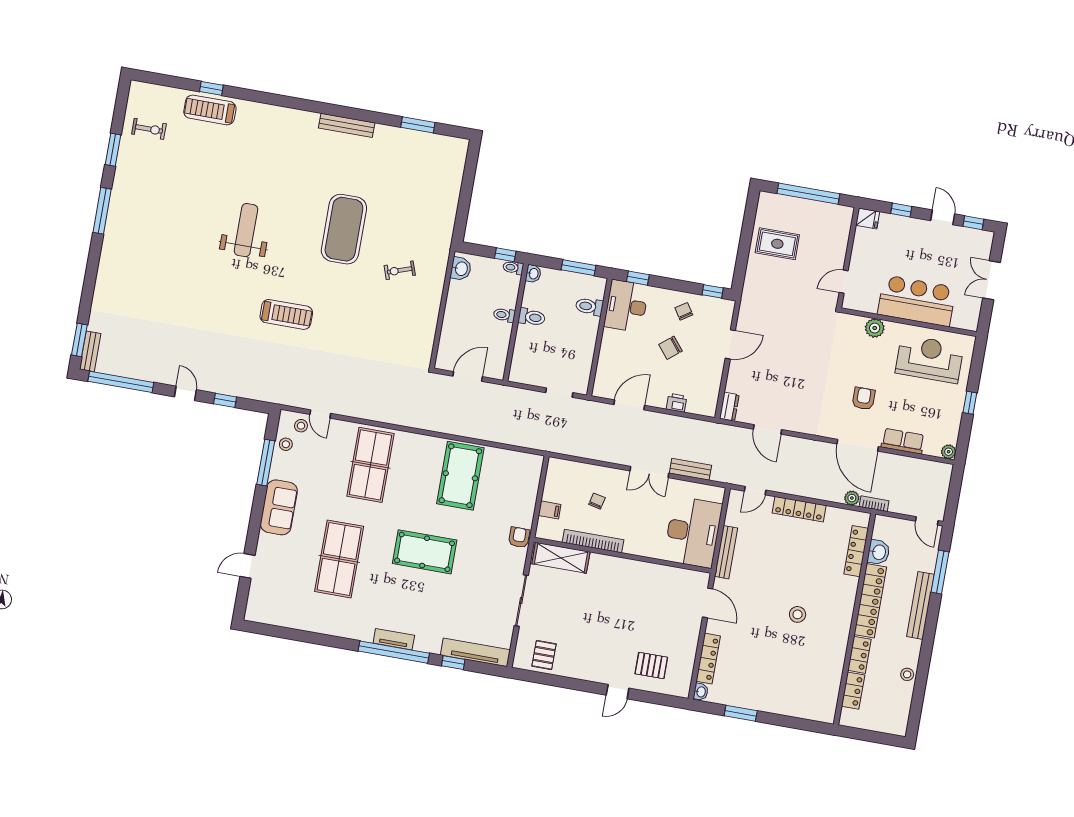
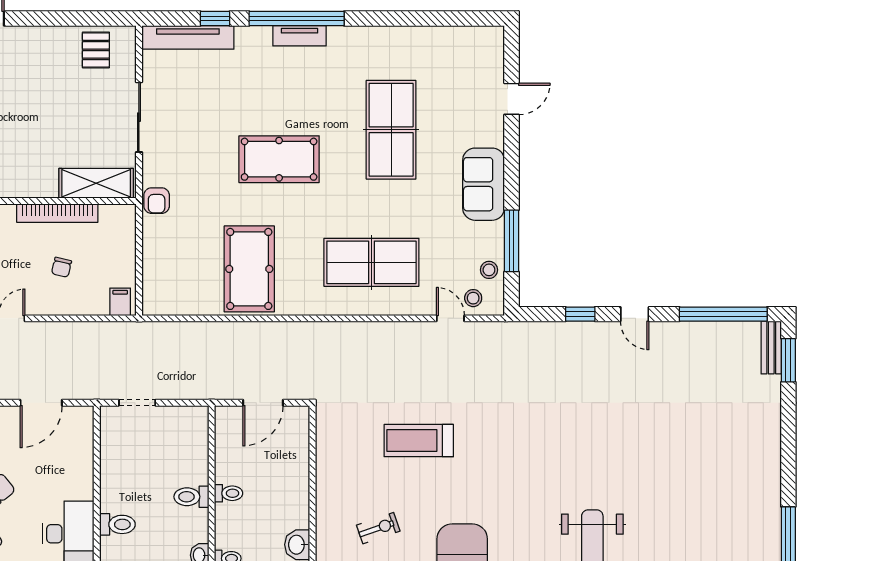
treadmill: (286, 314) -> (419, 441), moved
table tennis table: (370, 465) -> (371, 262), turned 90
filing cabinet: (550, 510) -> (120, 302), moved, turned 90

